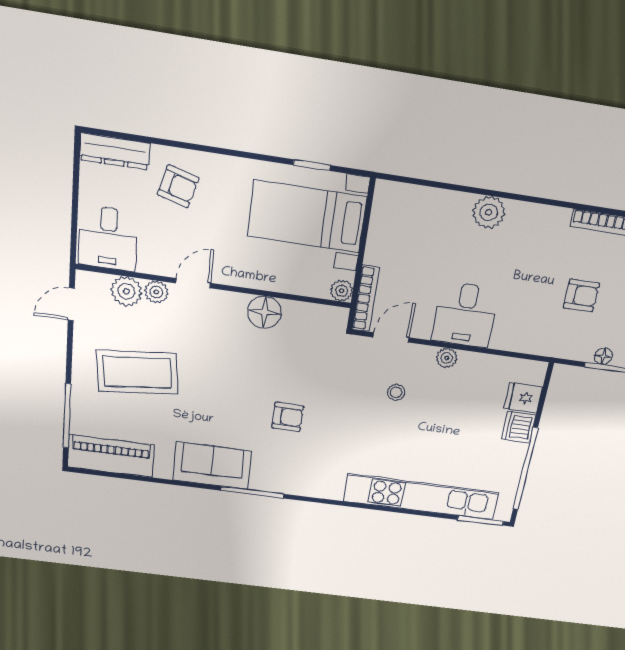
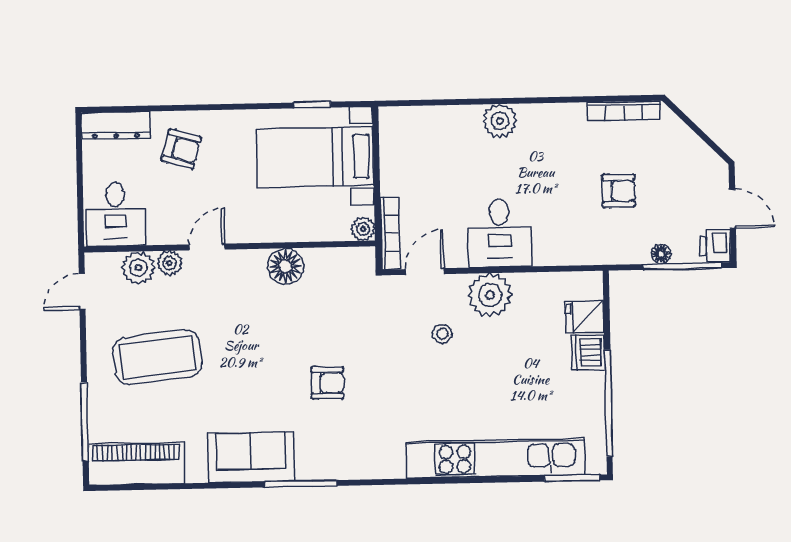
plant: (447, 358) -> (490, 295), width x1.88, depth x1.88

